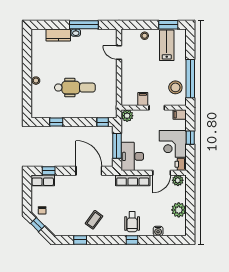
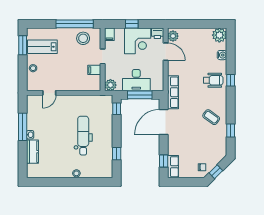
desk: (132, 156) -> (136, 80), moved
row of seats: (133, 180) -> (173, 92), moved
plant: (179, 210) -> (219, 35), moved

